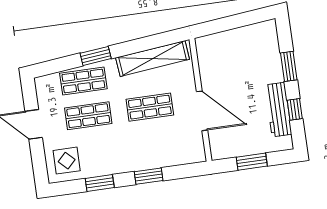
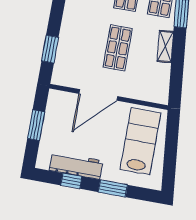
lab bench: (234, 55) -> (140, 141), added
shelving: (153, 59) -> (165, 47), width x0.45, depth x0.75
window: (149, 176) -> (50, 49), moved

